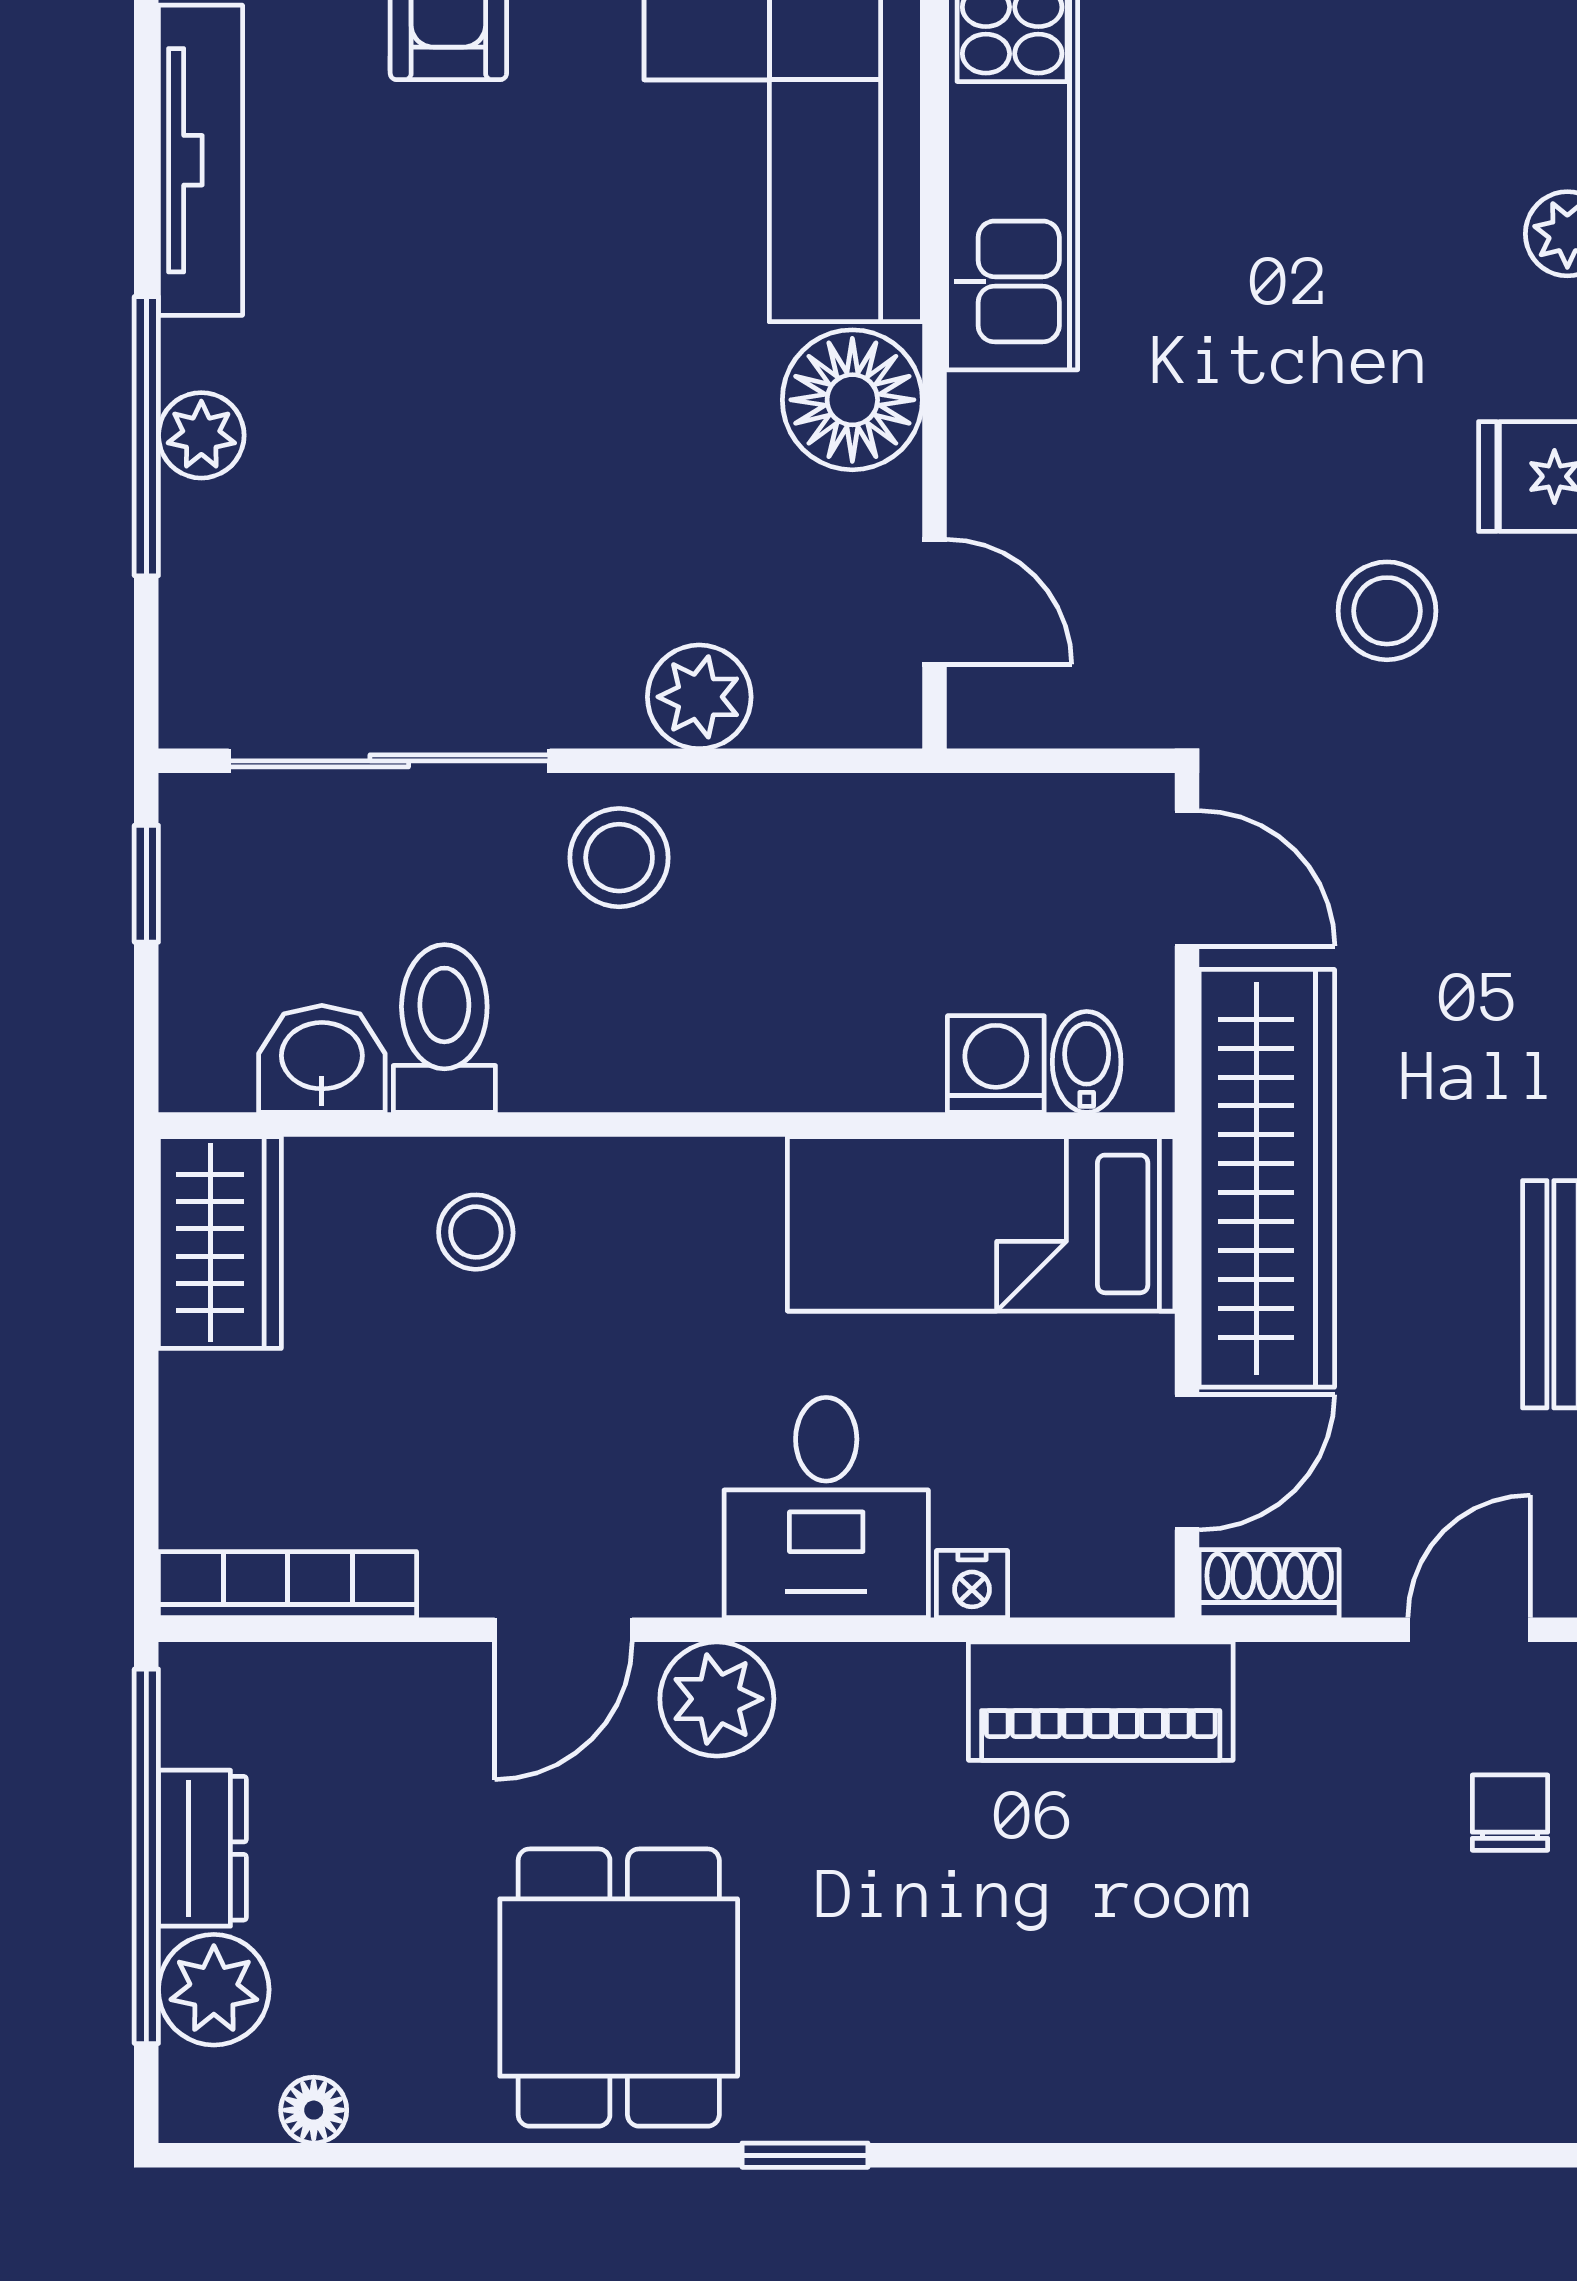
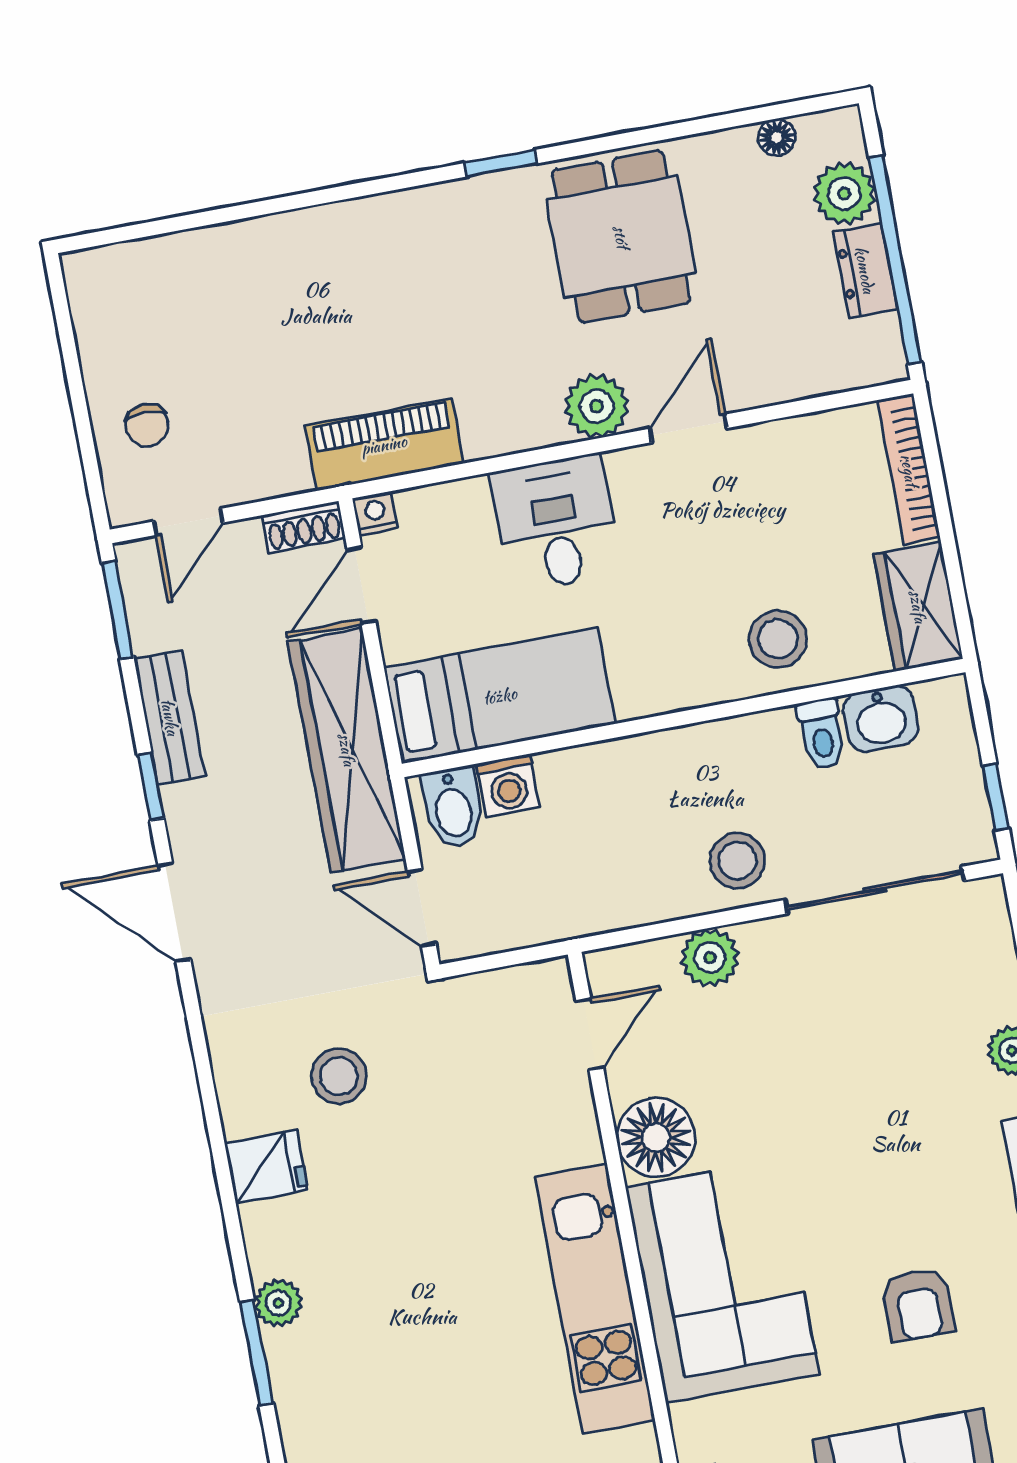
door: (934, 602) -> (590, 1034), swing flipped
toilet: (444, 1028) -> (822, 734), width x0.73, depth x0.72
bidet: (1087, 1062) -> (453, 807), width x1.38, depth x1.36
stool: (476, 1232) -> (778, 639), width x1.37, depth x1.37
nightstand: (972, 1584) -> (375, 513), moved
bookcase: (288, 1585) -> (909, 470), moved, turned 90

